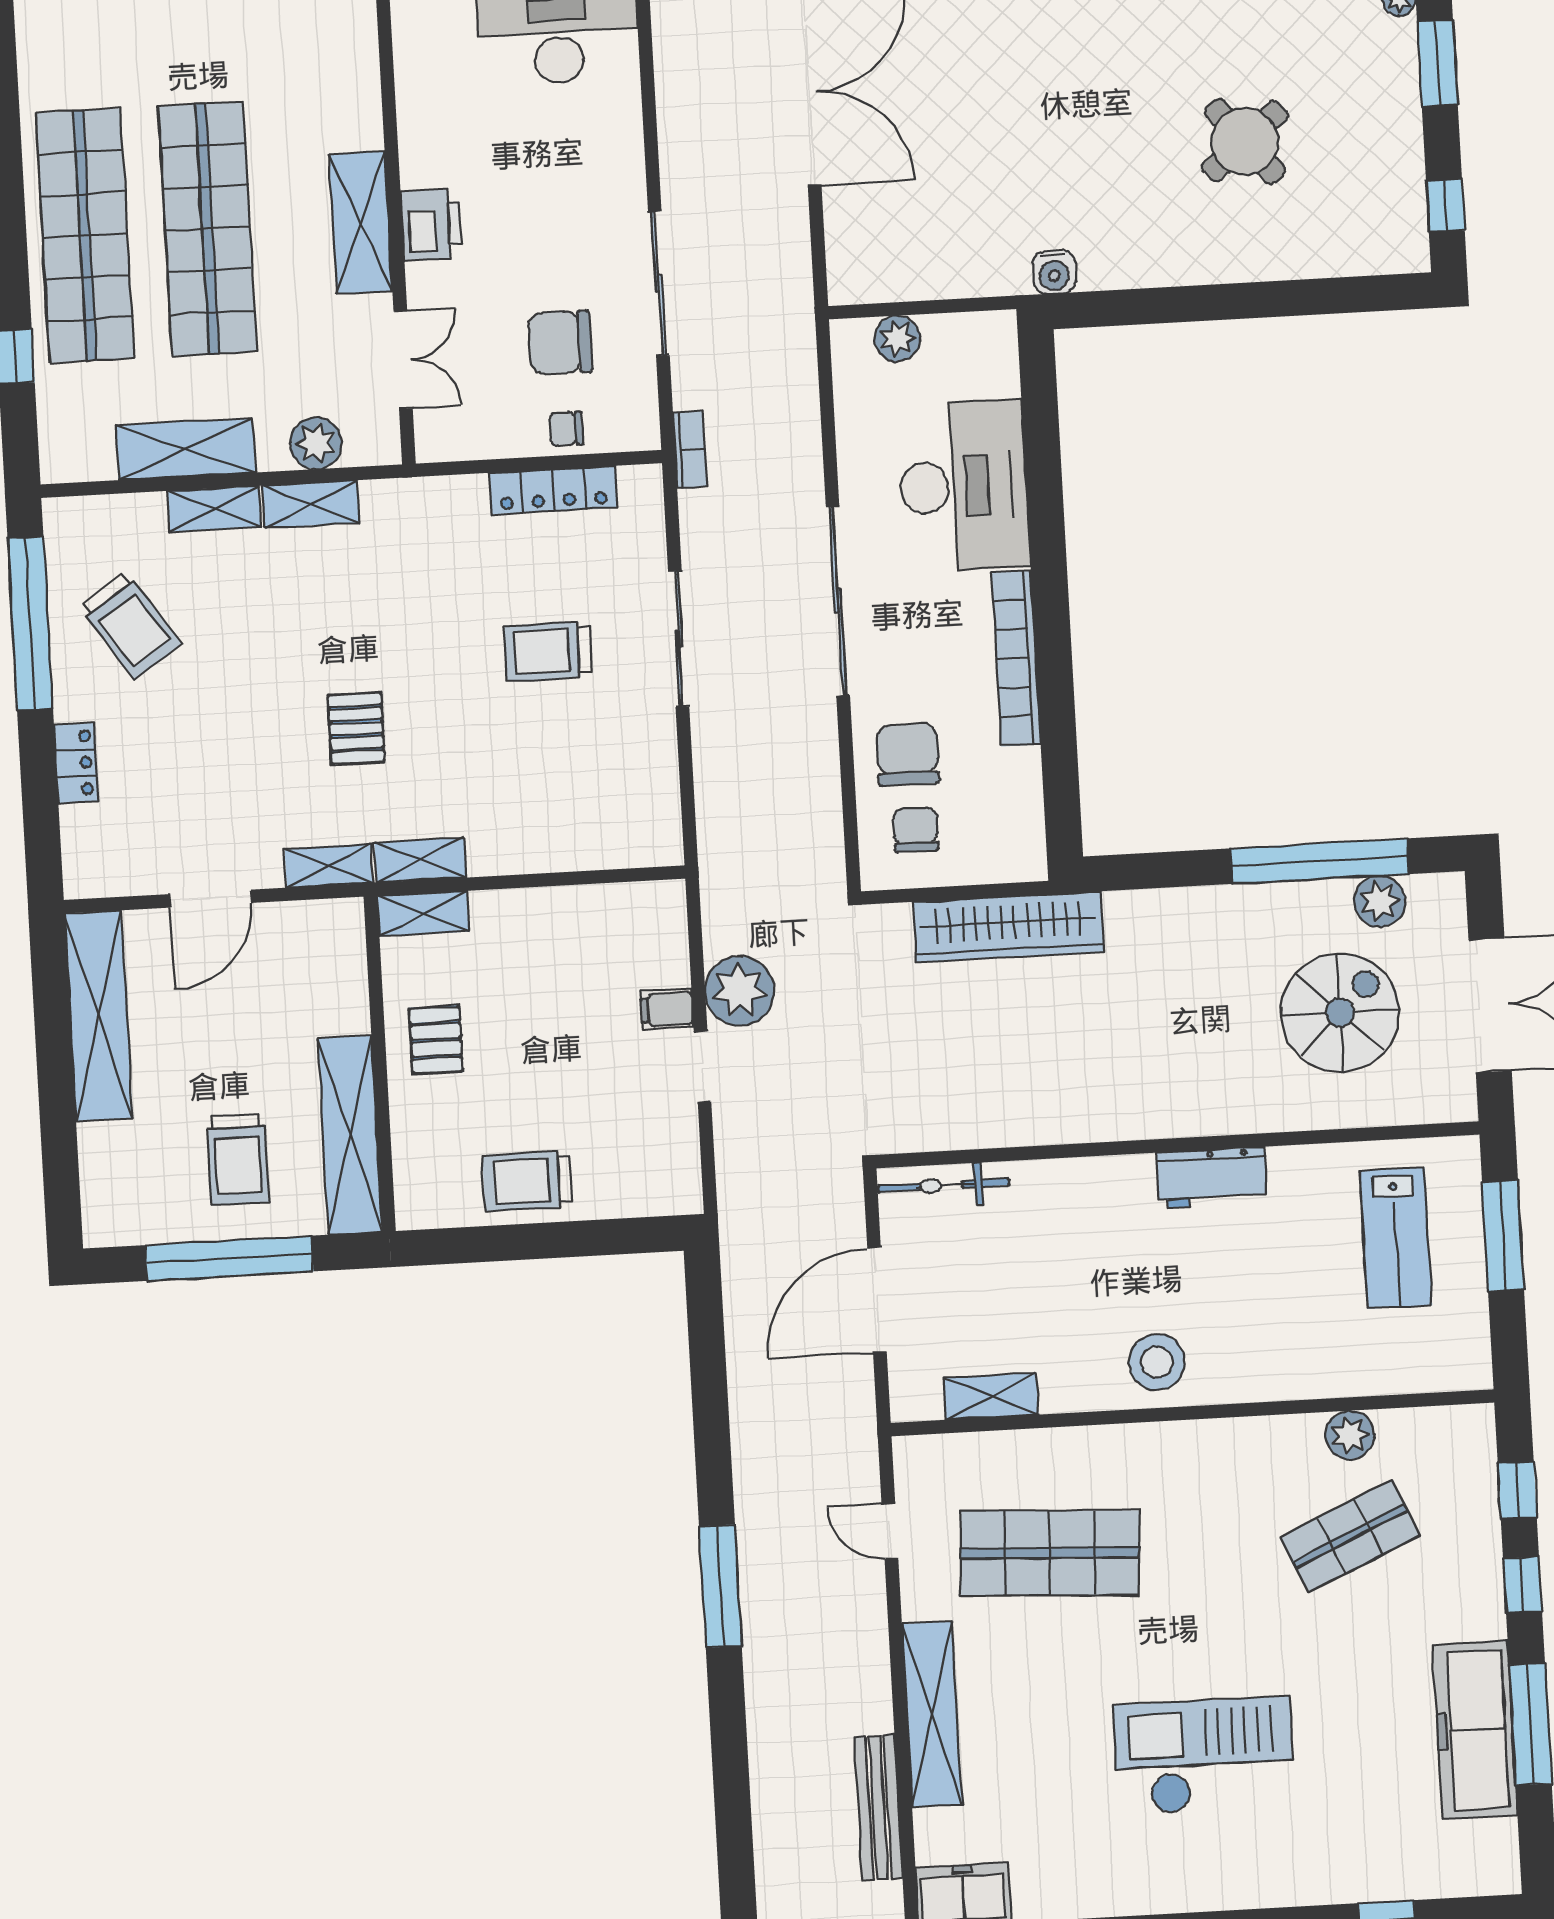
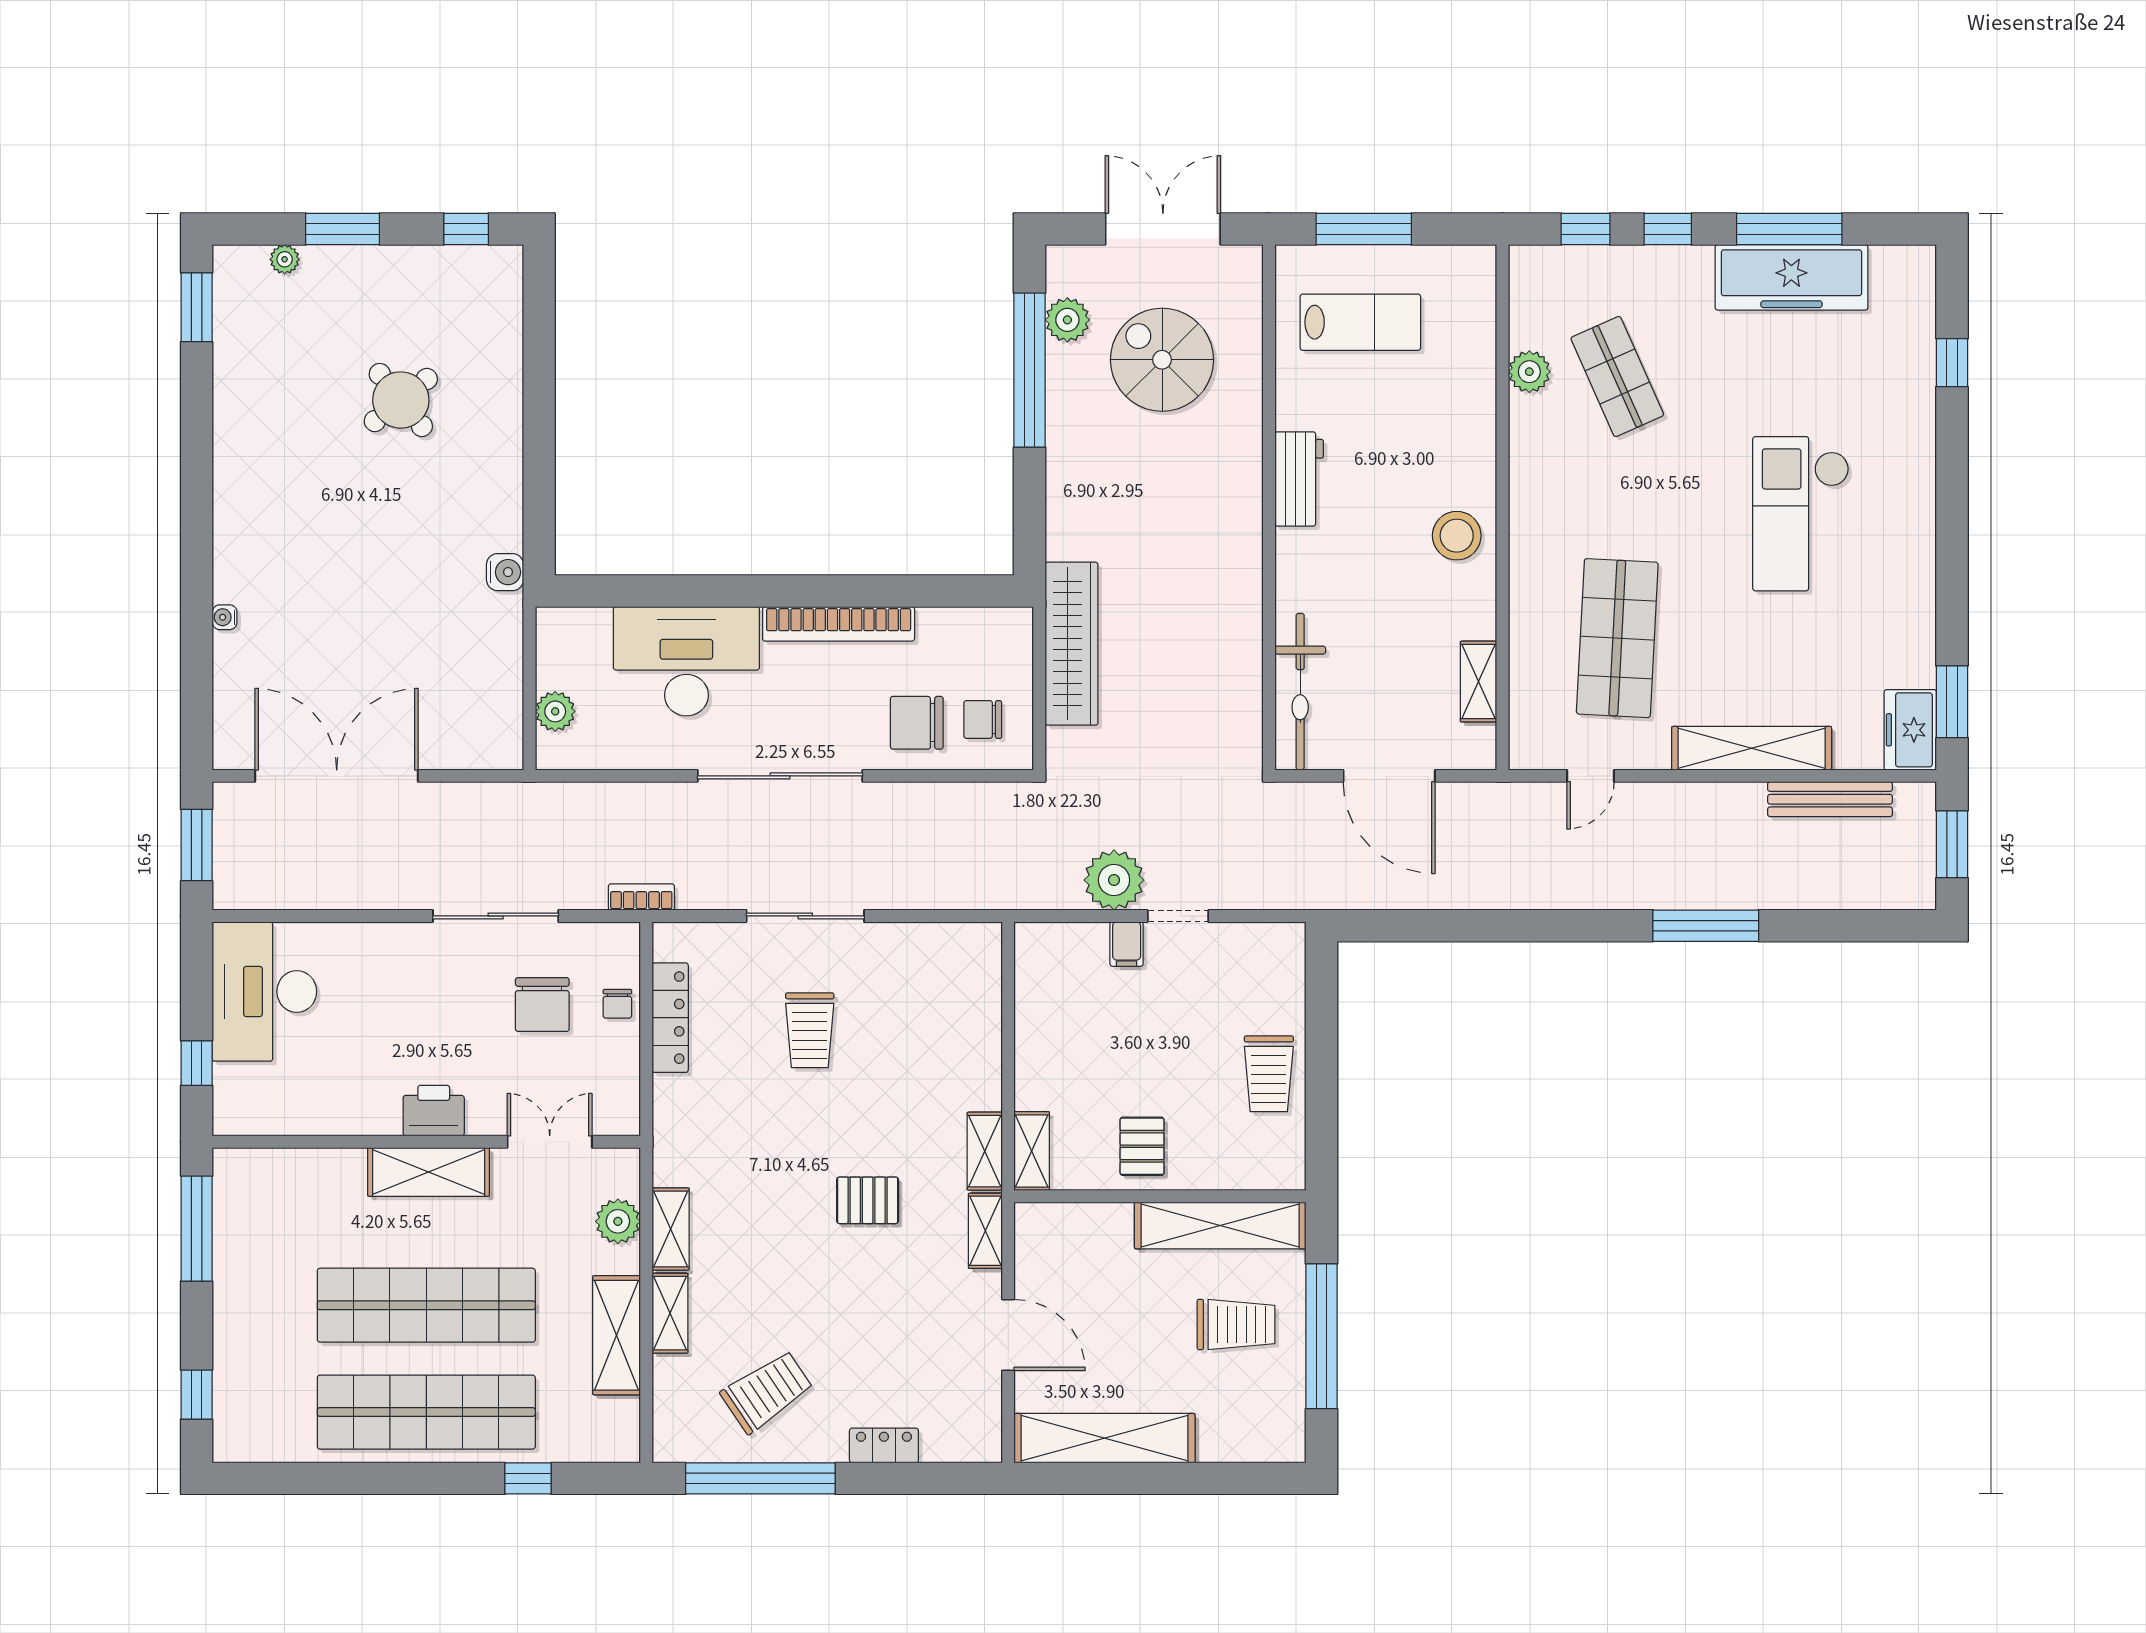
pallet: (436, 1040) -> (1142, 1146), turned 90
bicycle: (944, 1185) -> (1300, 692), width x1.37, depth x1.40
window: (720, 1586) -> (1706, 926), moved

